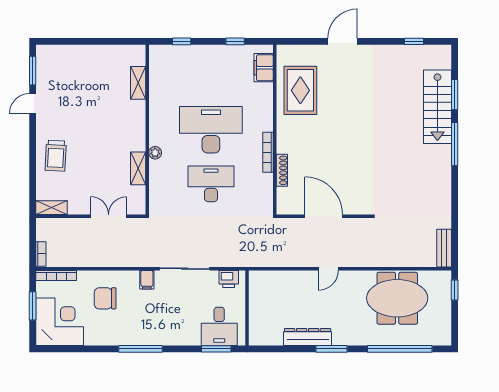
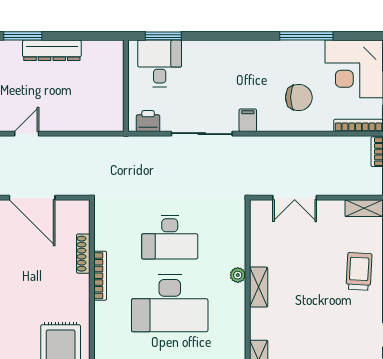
shelving: (138, 168) -> (259, 287), moved
window: (140, 349) -> (306, 36), moved

